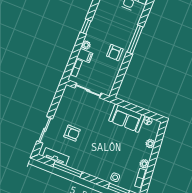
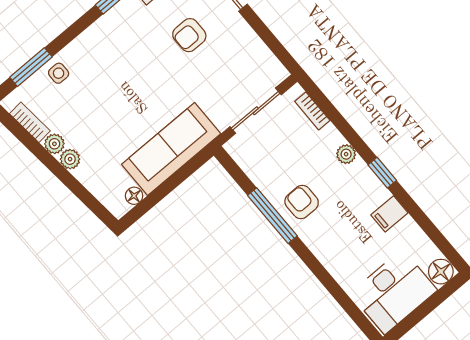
window: (135, 39) -> (272, 216), moved
filing cabinet: (85, 56) -> (389, 214), moved
sofa: (127, 118) -> (171, 149), width x1.36
plant: (150, 144) -> (70, 159), moved

